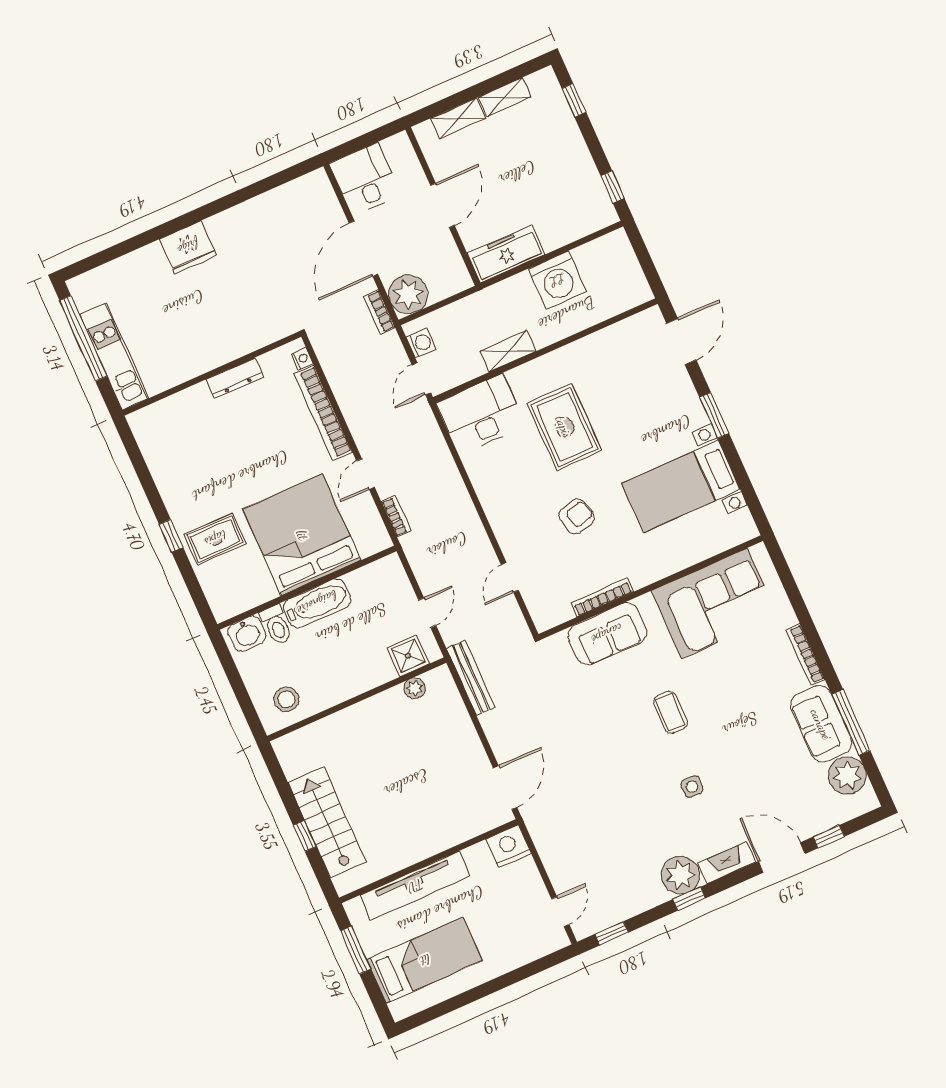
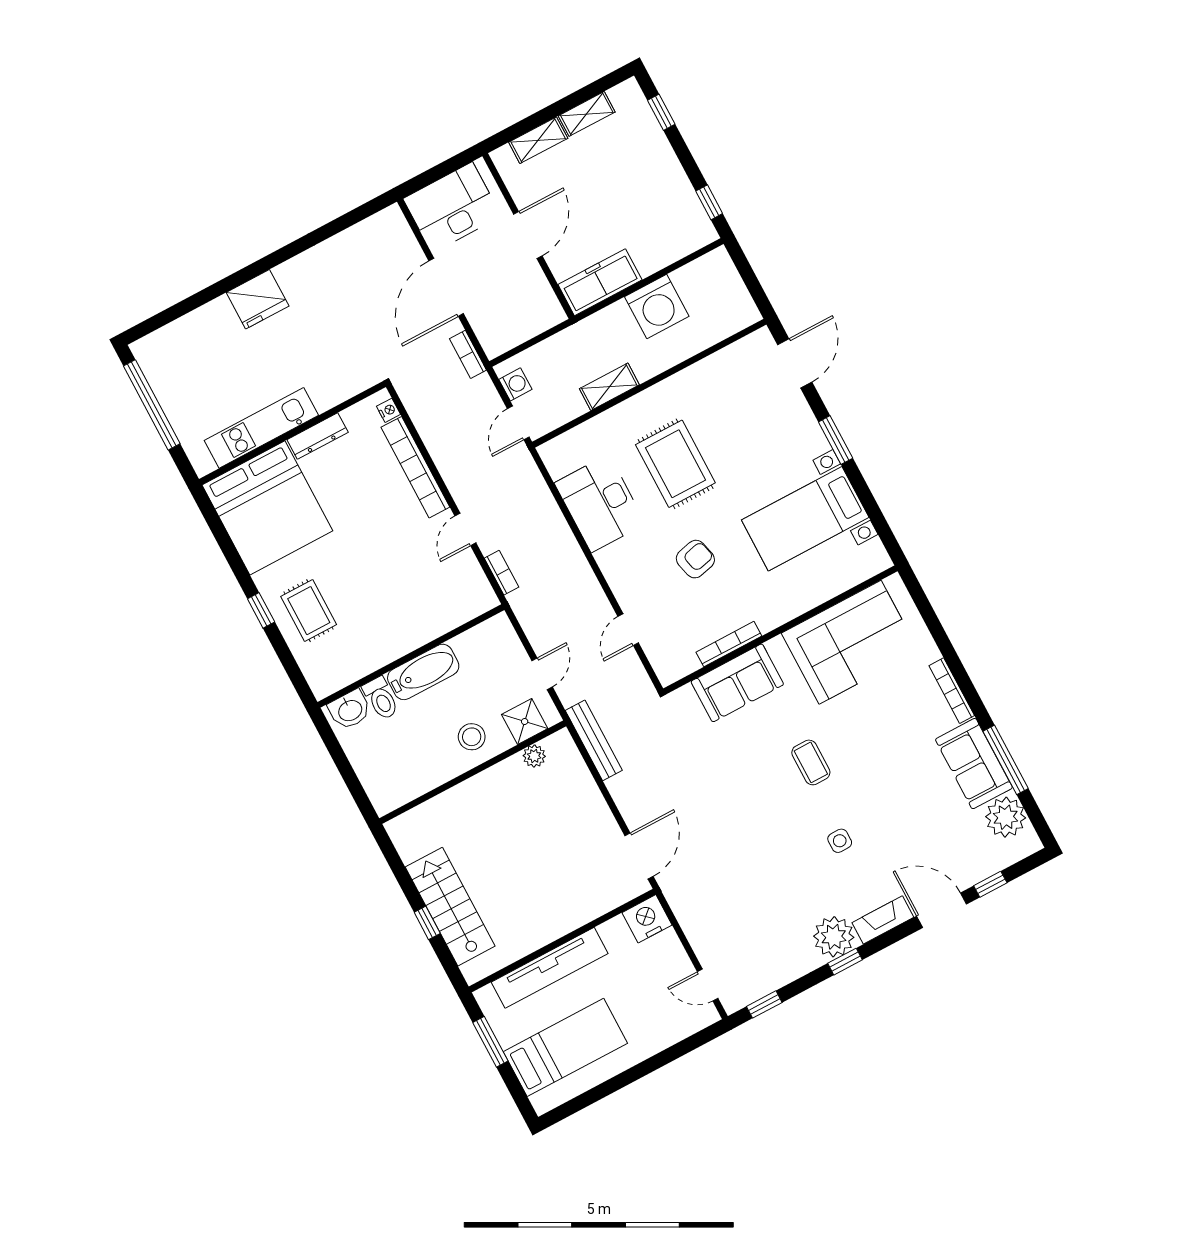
desk: (365, 179) -> (452, 207), width x1.37
plant: (408, 294) -> (498, 333), removed
kitchen unit: (114, 356) -> (261, 428), moved, turned -90
desk: (481, 414) -> (600, 503), moved, turned -90
bed: (302, 535) -> (267, 508), moved, turned 180
rug: (215, 539) -> (309, 611), turned 90
stool: (287, 699) -> (472, 737), moved
door: (560, 912) -> (708, 985), swing flipped

